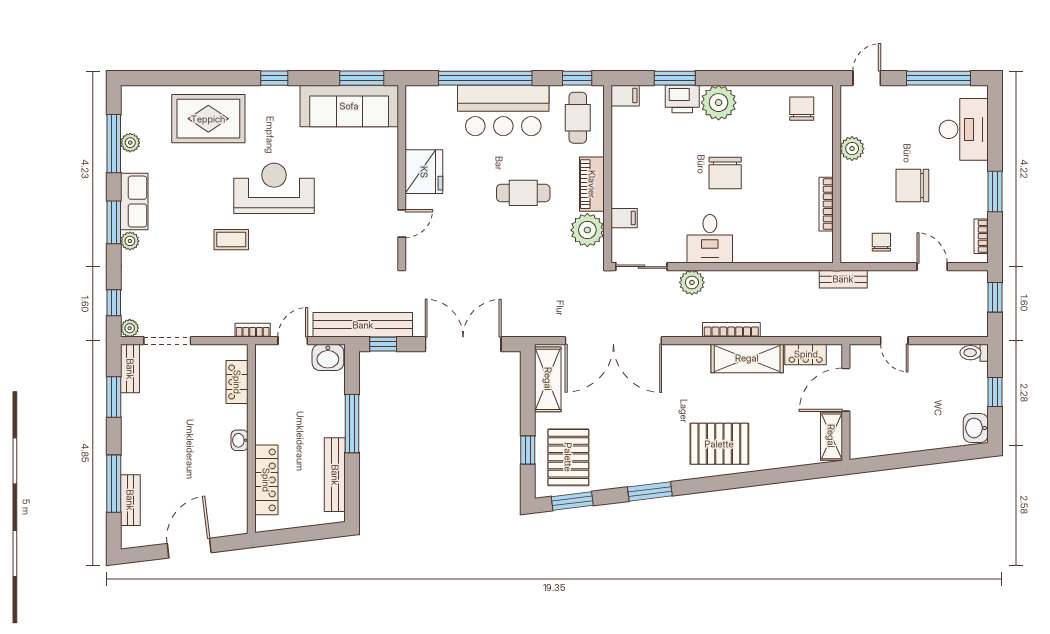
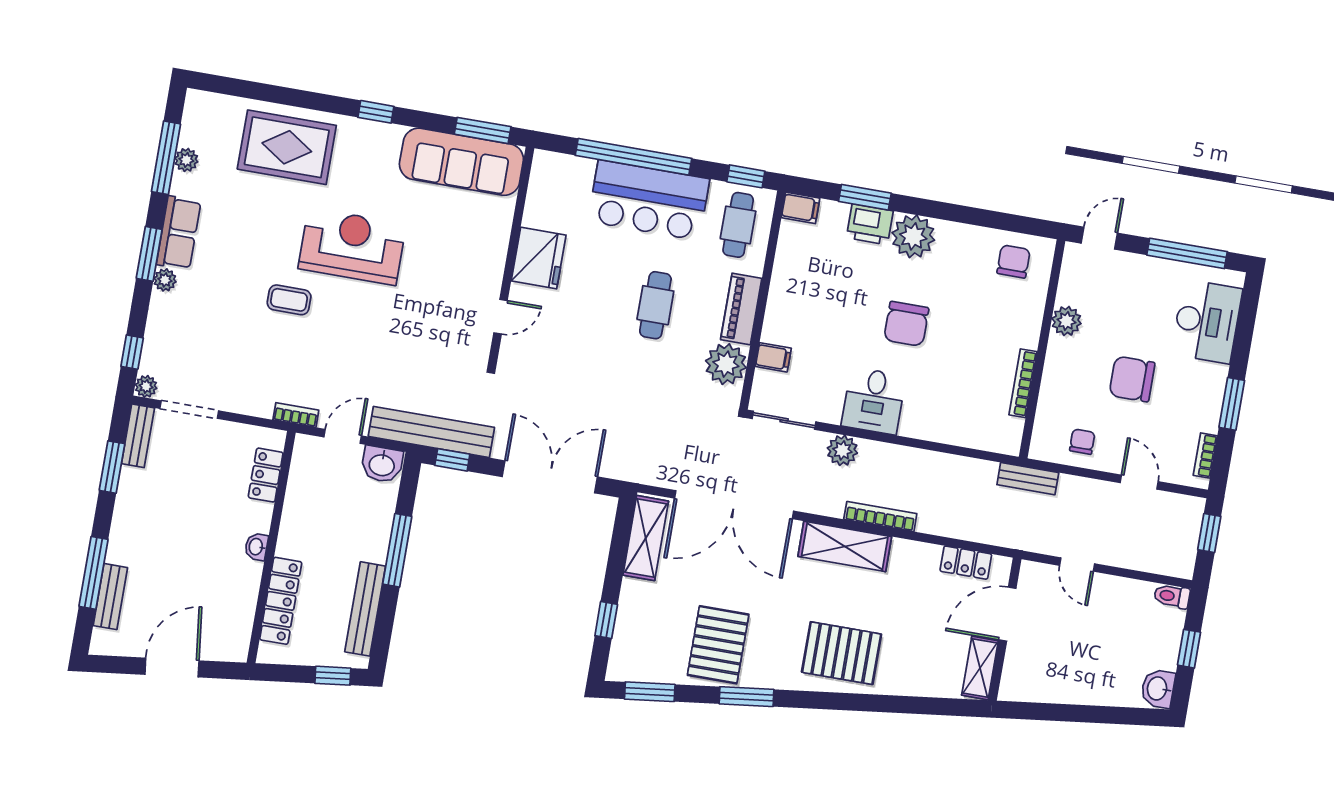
cafe table: (523, 193) -> (655, 305), turned 90
shelving: (747, 358) -> (845, 546), moved
pallet: (568, 457) -> (718, 645), moved
window: (318, 532) -> (333, 676), added

